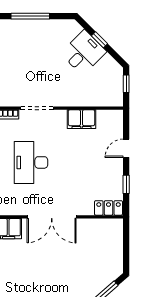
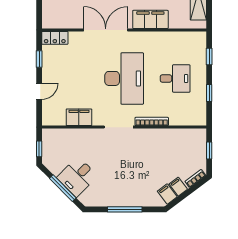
window: (100, 40) -> (63, 188), width x2.17
desk: (31, 162) -> (124, 78), width x1.36, depth x1.30

